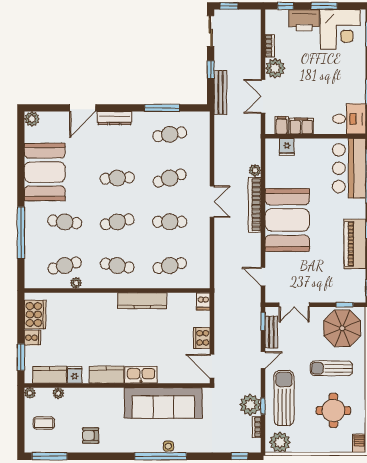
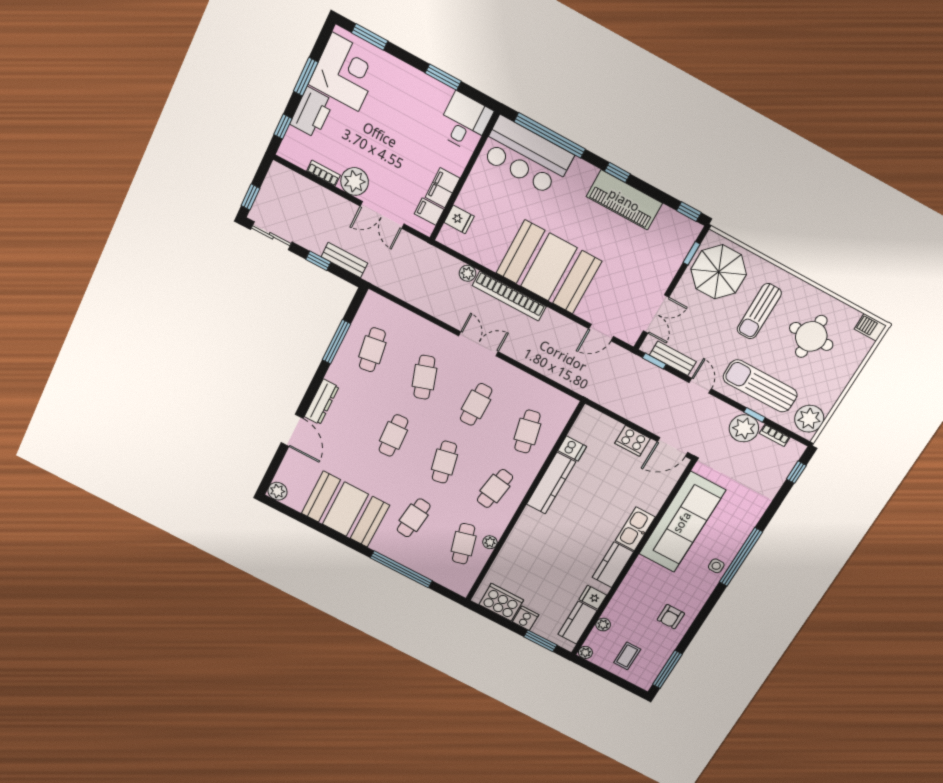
bench: (220, 92) -> (344, 260), width x0.73
dishwasher: (203, 301) -> (572, 448), moved
side table: (168, 446) -> (716, 566), moved

